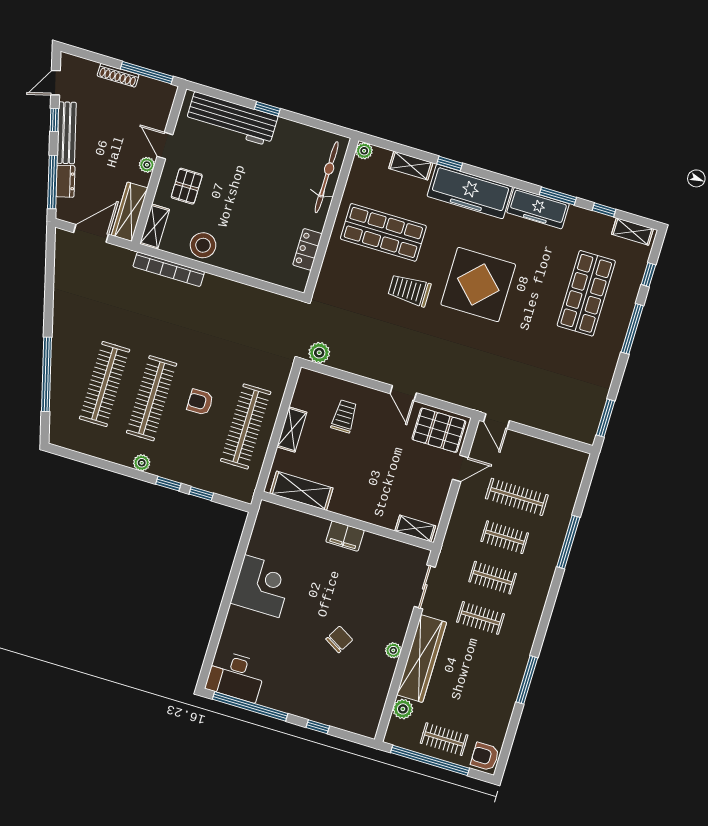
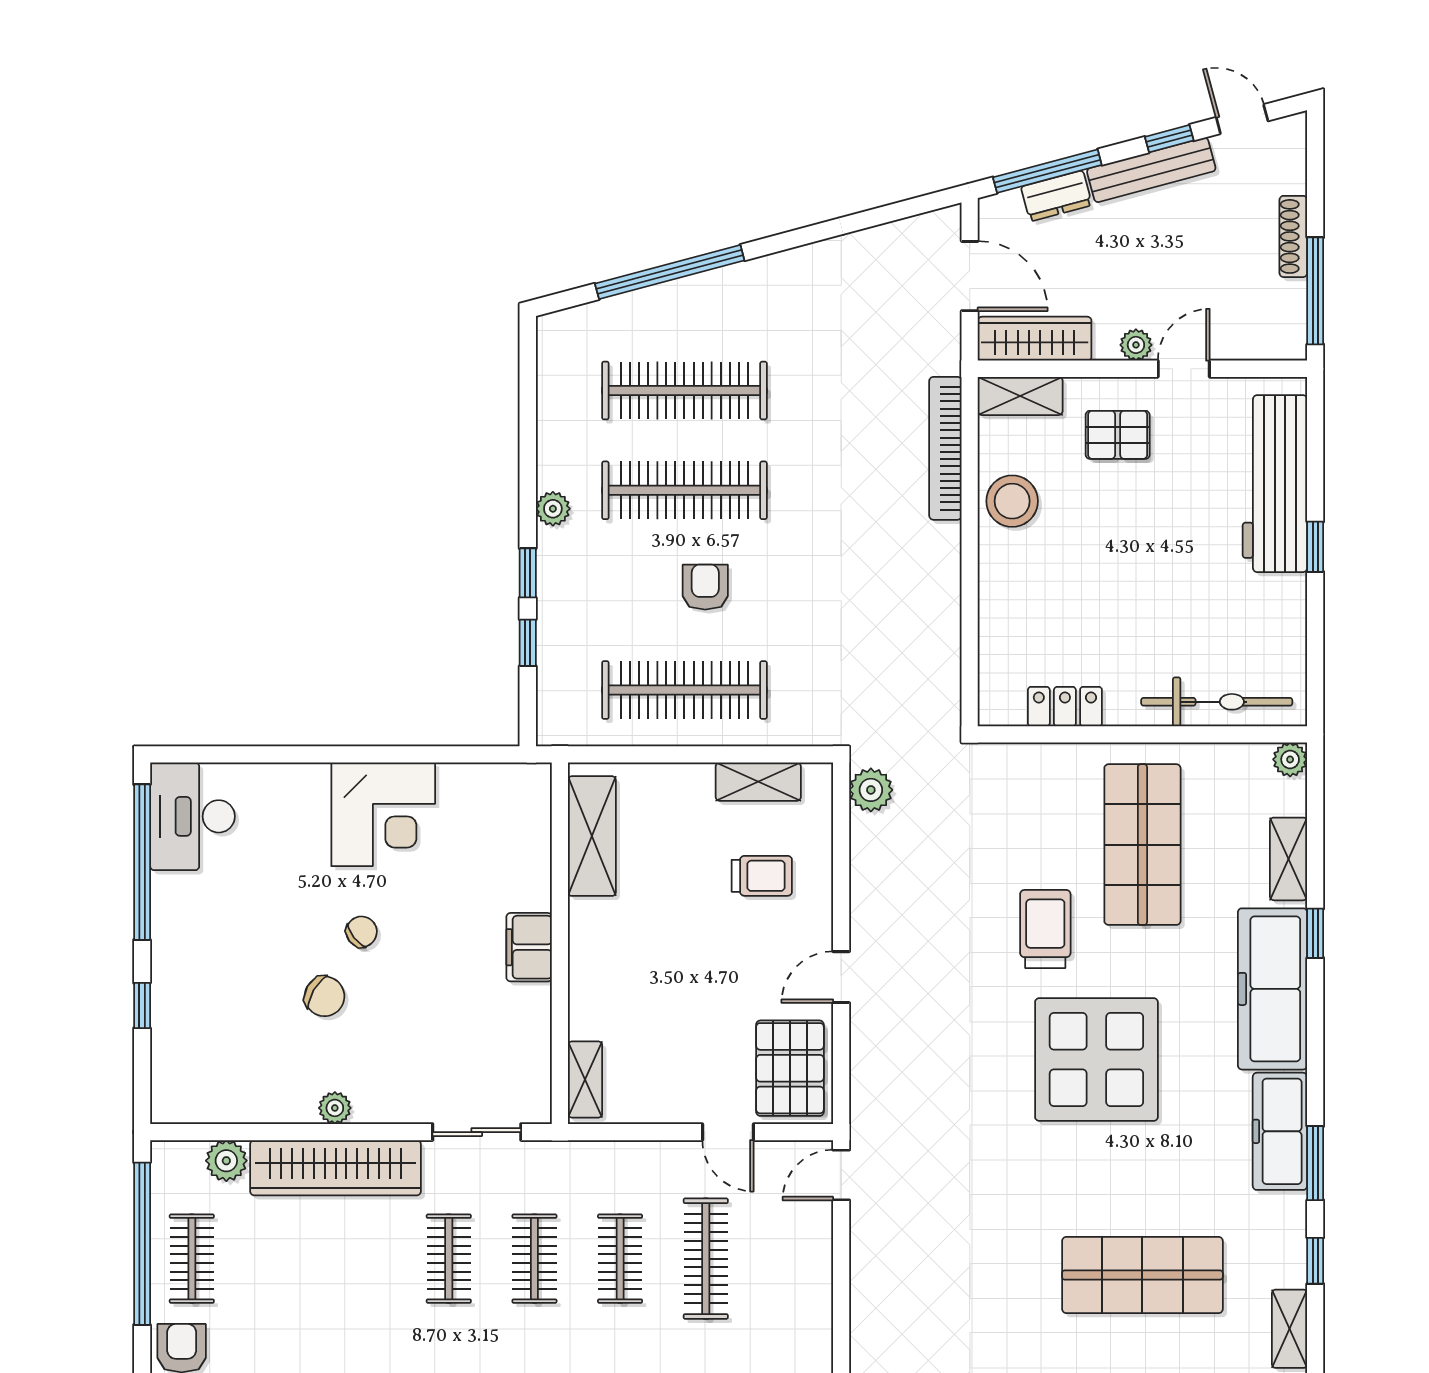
shelving: (292, 429) -> (758, 782), moved
chair: (314, 613) -> (362, 932), added

